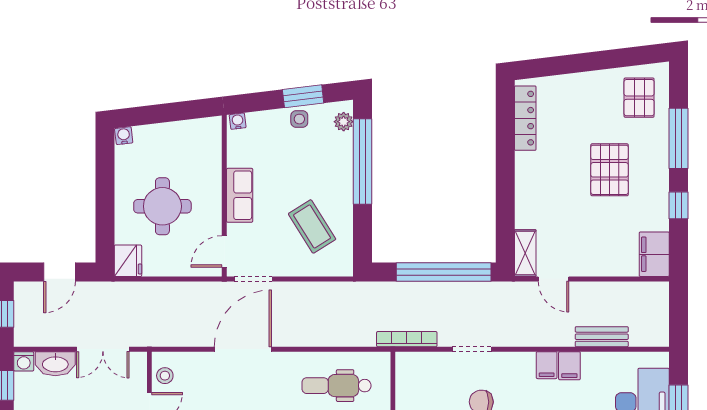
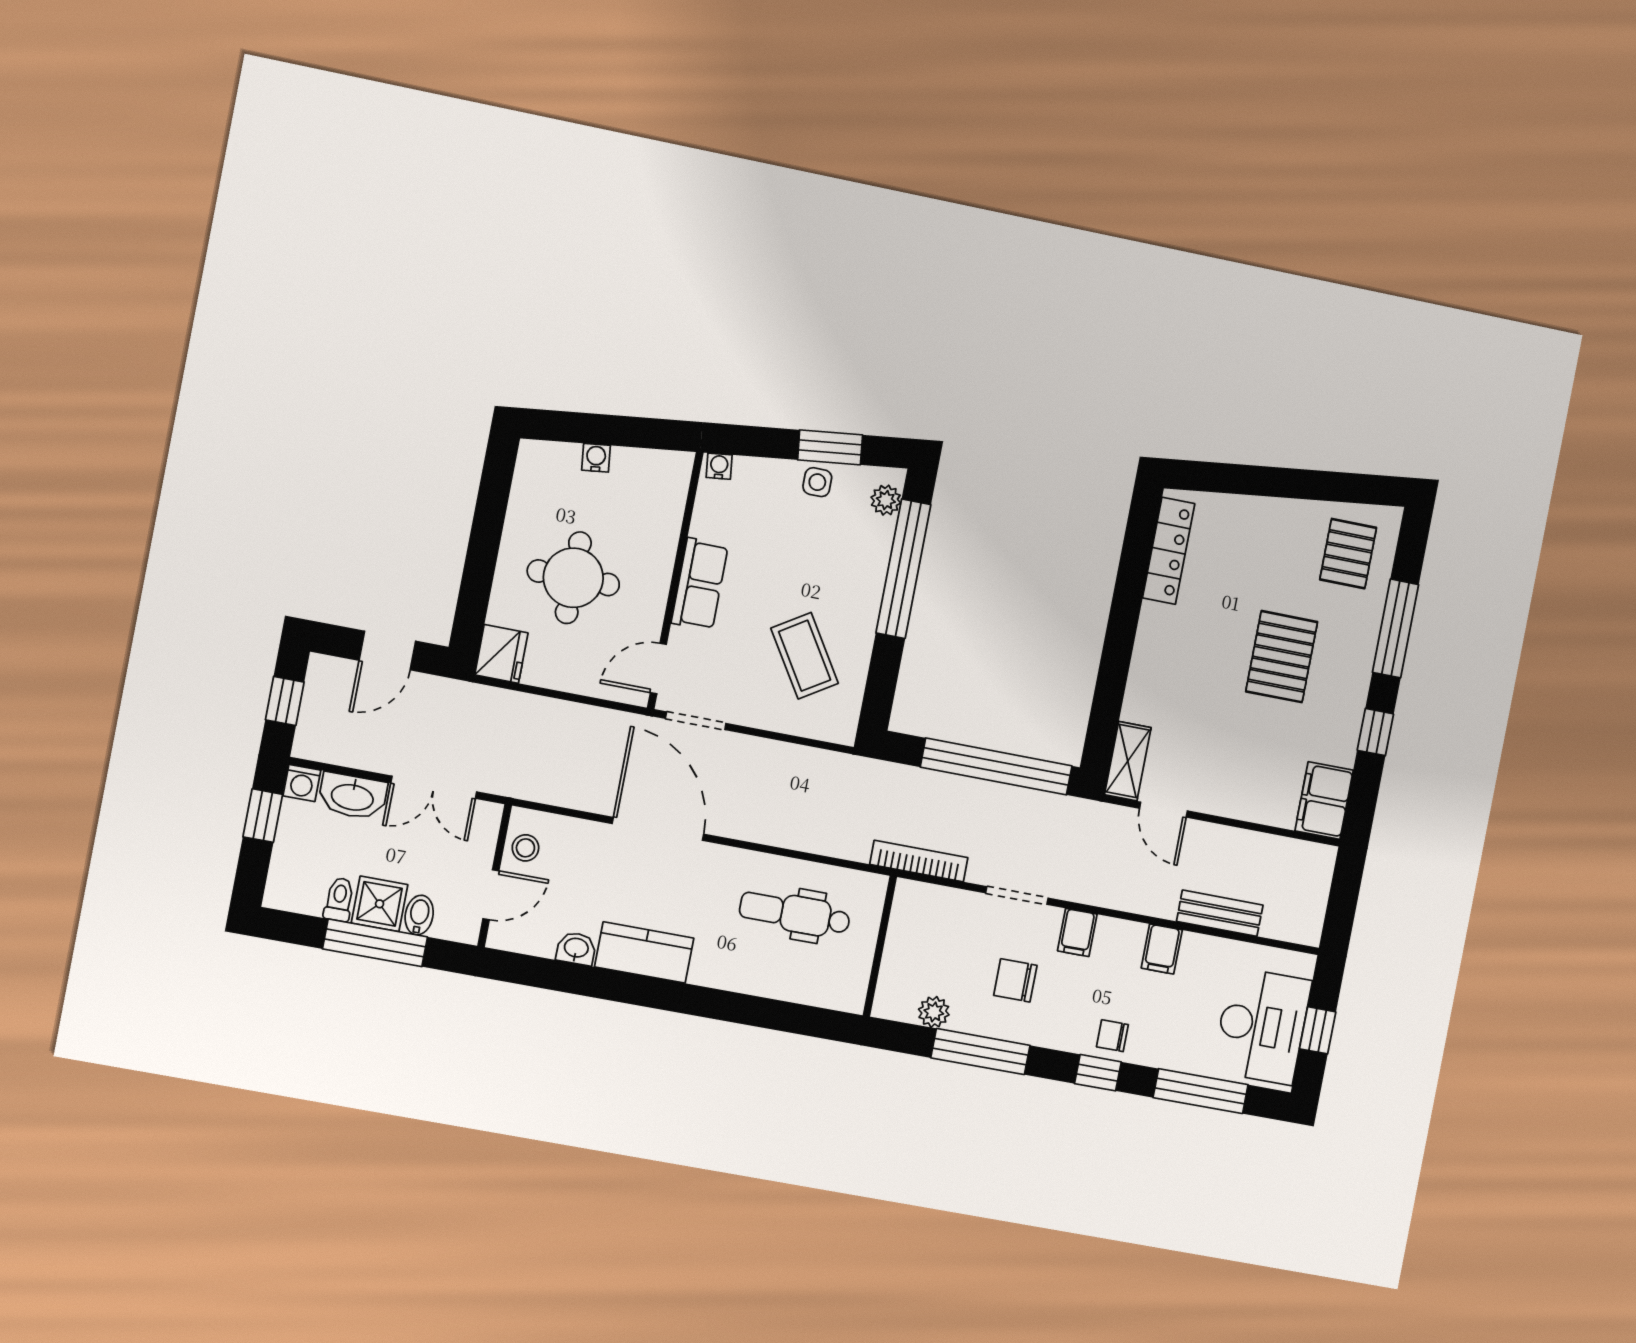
water cooler: (124, 136) -> (596, 458), moved
door: (243, 349) -> (658, 829), hinge flipped
filing cabinet: (547, 365) -> (1077, 932), moved

